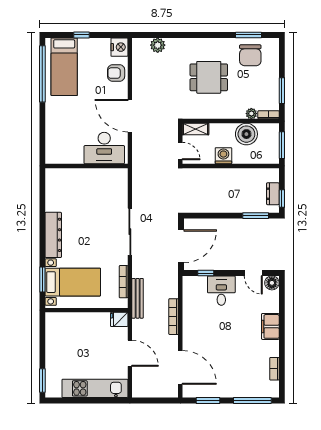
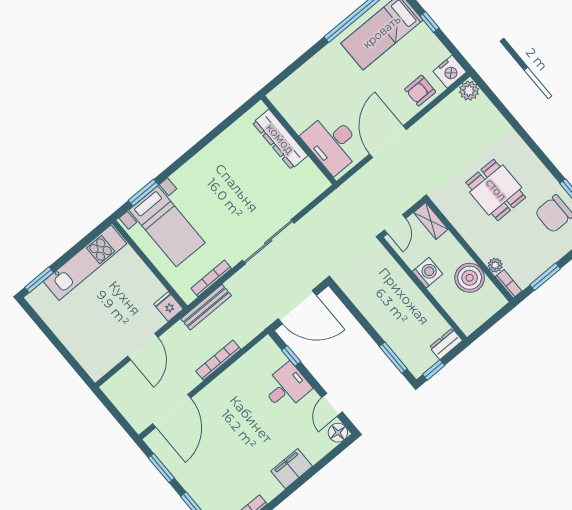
plant: (158, 45) -> (469, 91), moved
armchair: (116, 73) -> (420, 91), turned -90
window: (282, 145) -> (489, 324), removed
dresser: (273, 194) -> (446, 344), moved
dresser: (53, 235) -> (280, 139), moved, turned 90
kitchen unit: (95, 388) -> (85, 263), moved, turned 90

